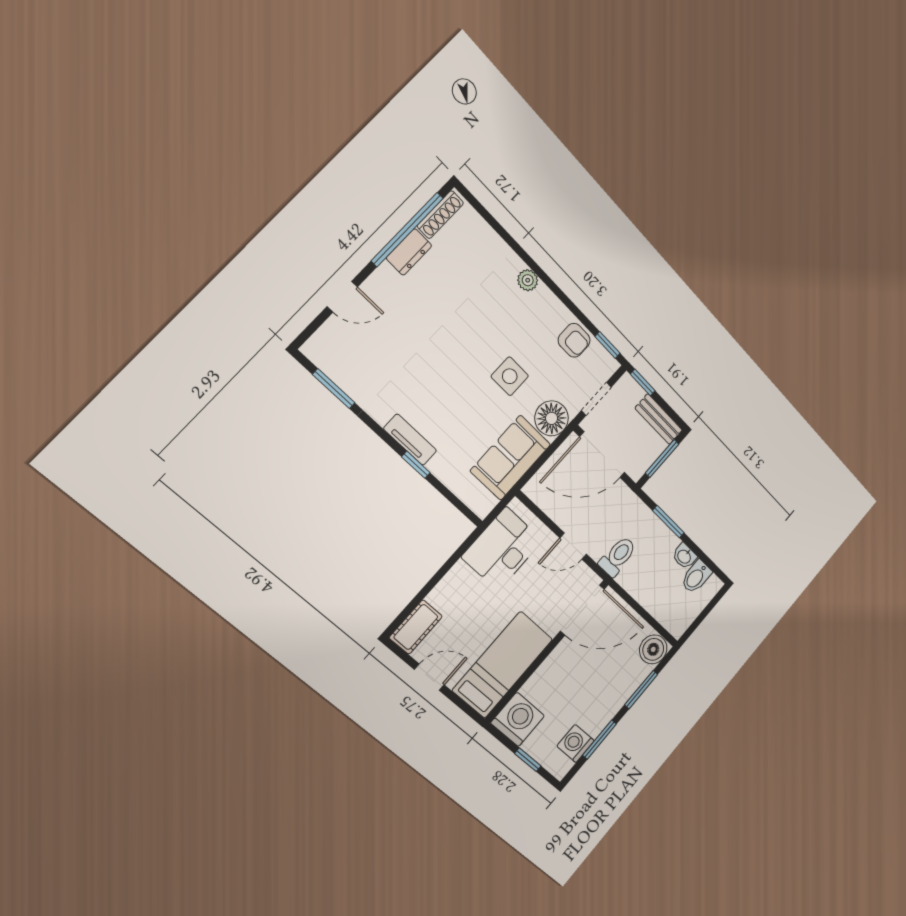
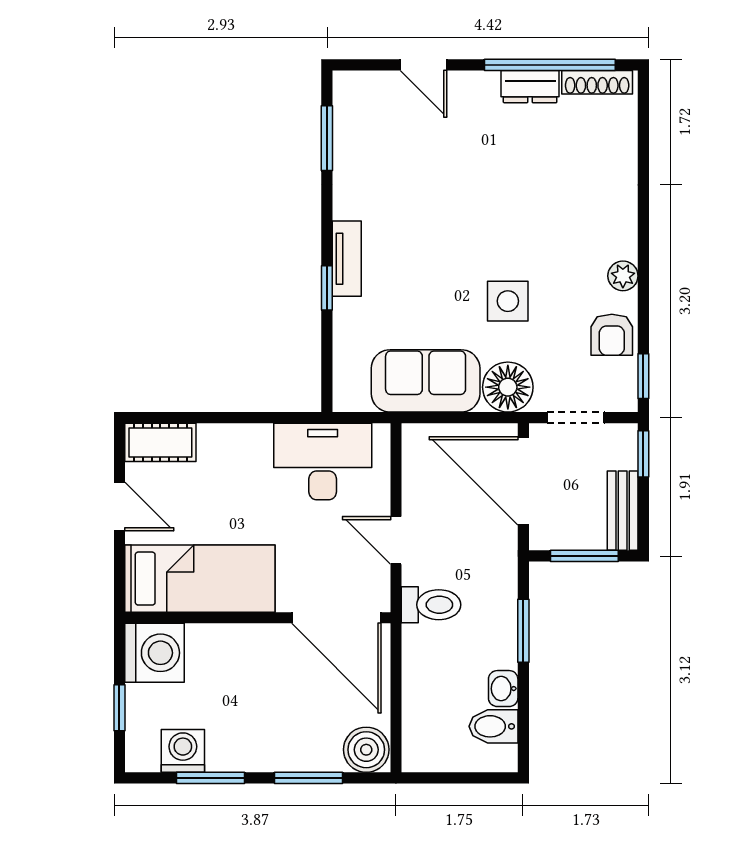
plant: (528, 280) -> (623, 276), moved

